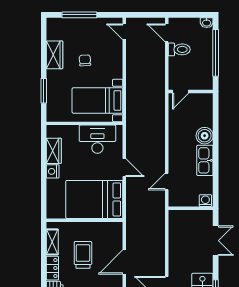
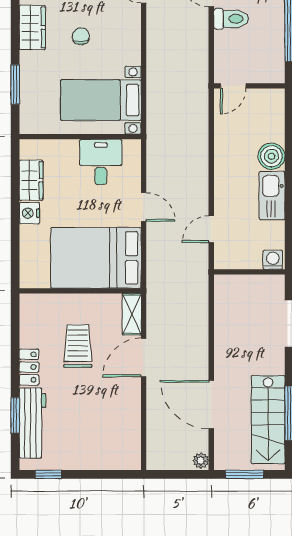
desk: (97, 139) -> (101, 162), width x0.73
shelving: (52, 242) -> (132, 314), moved

